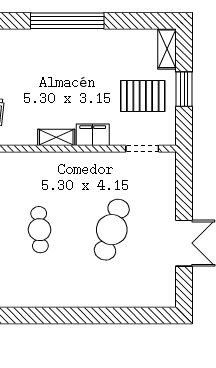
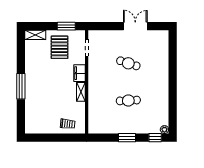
window: (67, 21) -> (21, 86), width x0.68
window: (184, 89) -> (66, 26), moved
cafe table: (112, 230) -> (128, 63), width x0.73, depth x0.74

